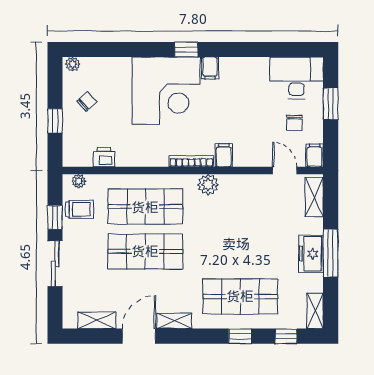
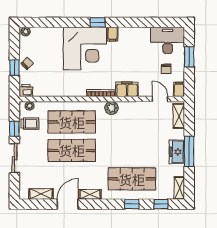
chair: (87, 102) -> (27, 63), moved
filing cabinet: (224, 155) -> (127, 89), width x2.00
printer: (104, 157) -> (26, 91), moved

